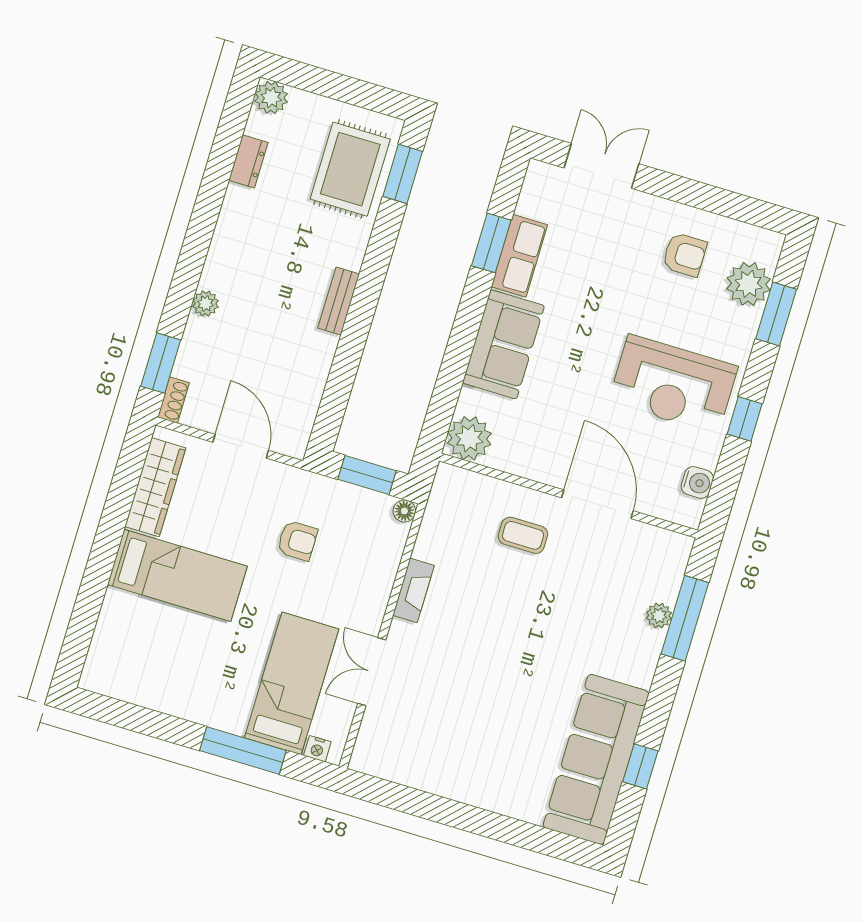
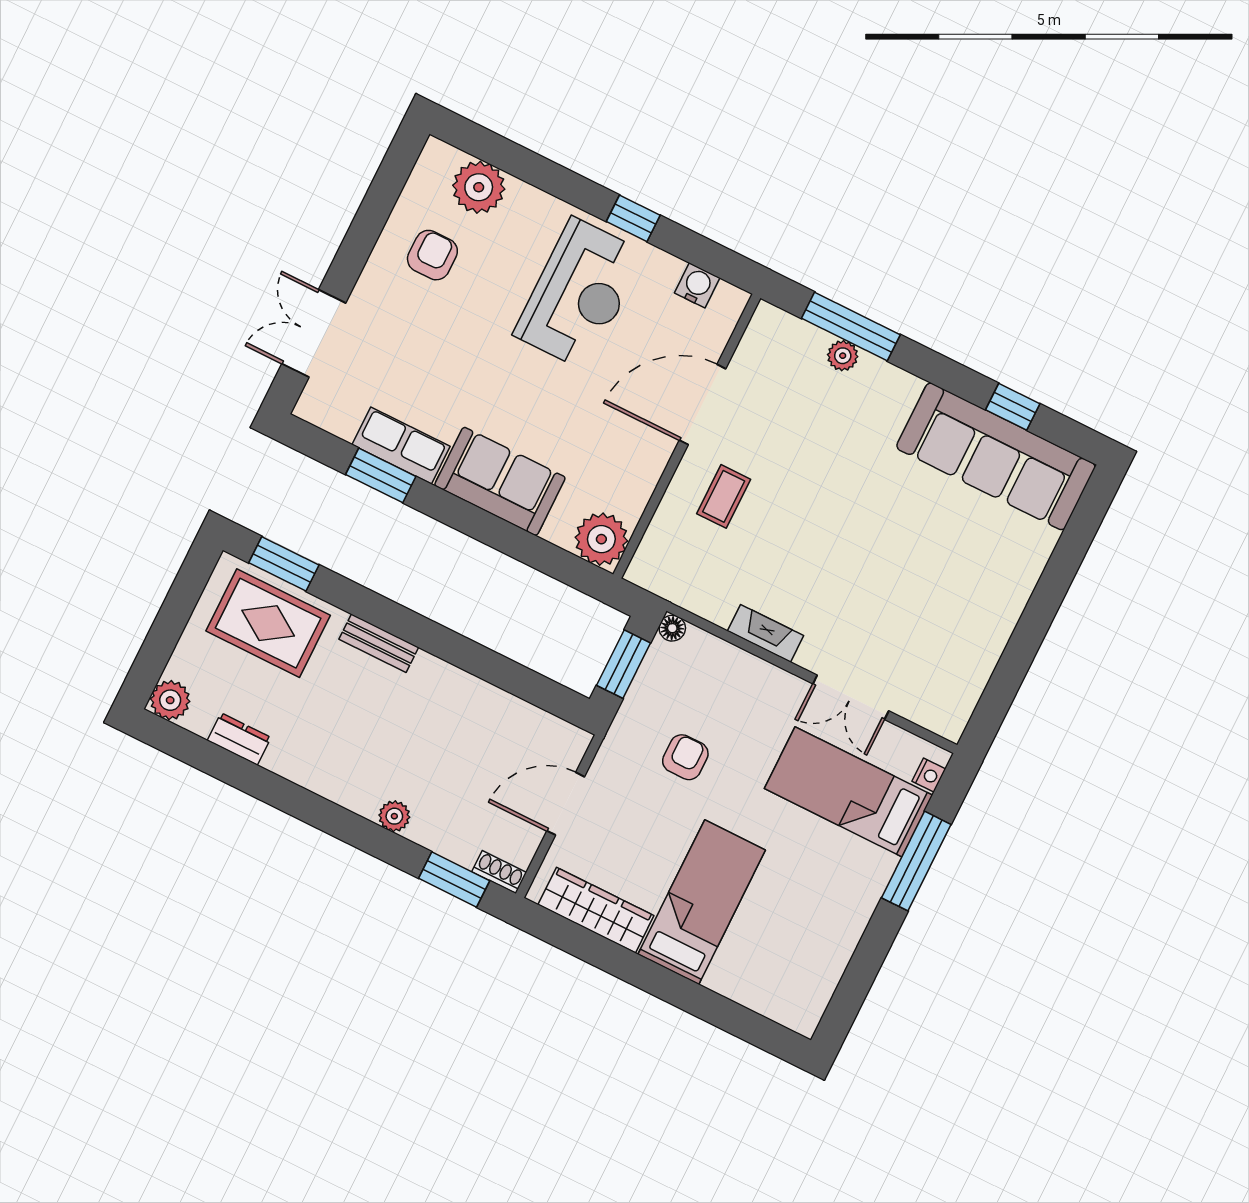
bench: (339, 301) -> (379, 643), moved
window: (776, 314) -> (519, 162), removed

